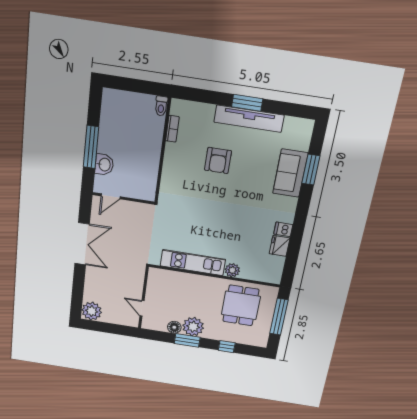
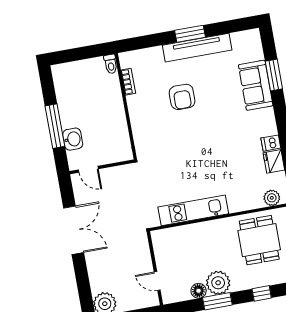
door: (111, 196) -> (88, 169), hinge flipped
plant: (232, 270) -> (272, 198), moved

